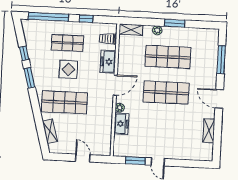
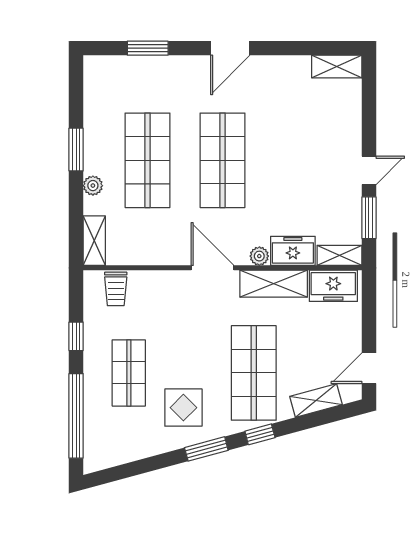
window: (24, 53) -> (260, 434), moved
window: (221, 60) -> (148, 48), width x0.69
freezer: (108, 62) -> (333, 286), moved
display table: (68, 69) -> (183, 408), moved
shelving: (106, 114) -> (274, 284), added
shelving: (209, 131) -> (337, 67), moved
shelving: (118, 146) -> (340, 255), added
door: (83, 158) -> (369, 368), moved

